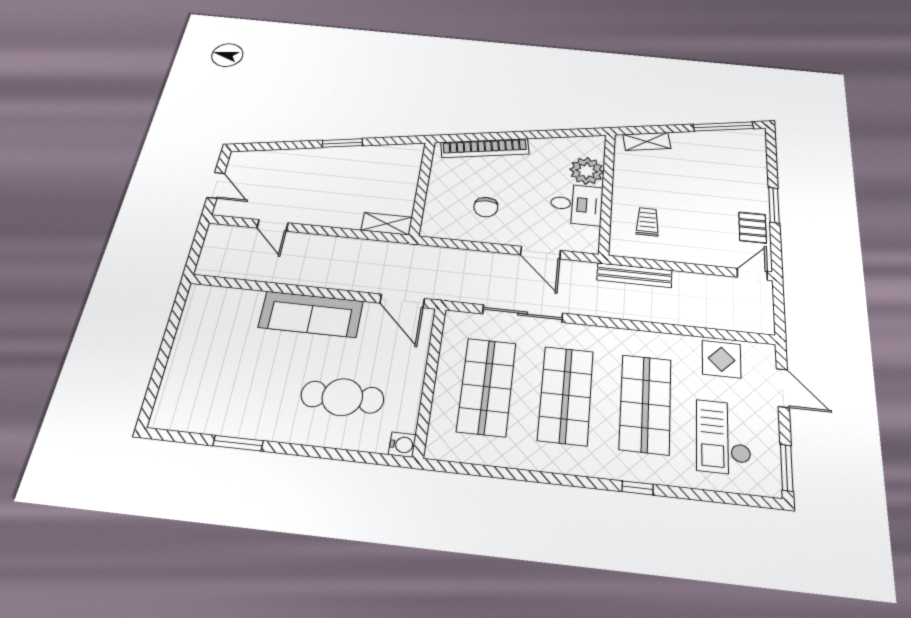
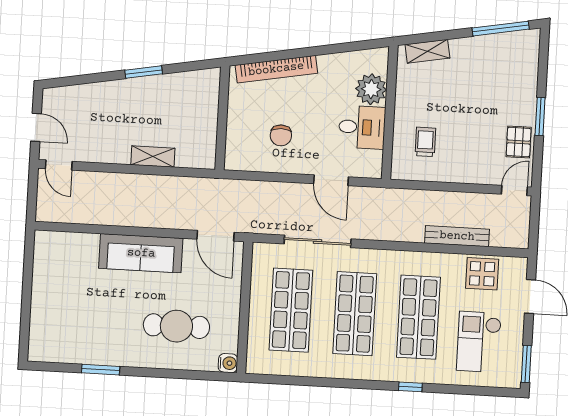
shelving: (387, 224) -> (153, 157), moved
door: (273, 225) -> (59, 165), moved
bench: (634, 275) -> (457, 236), moved

